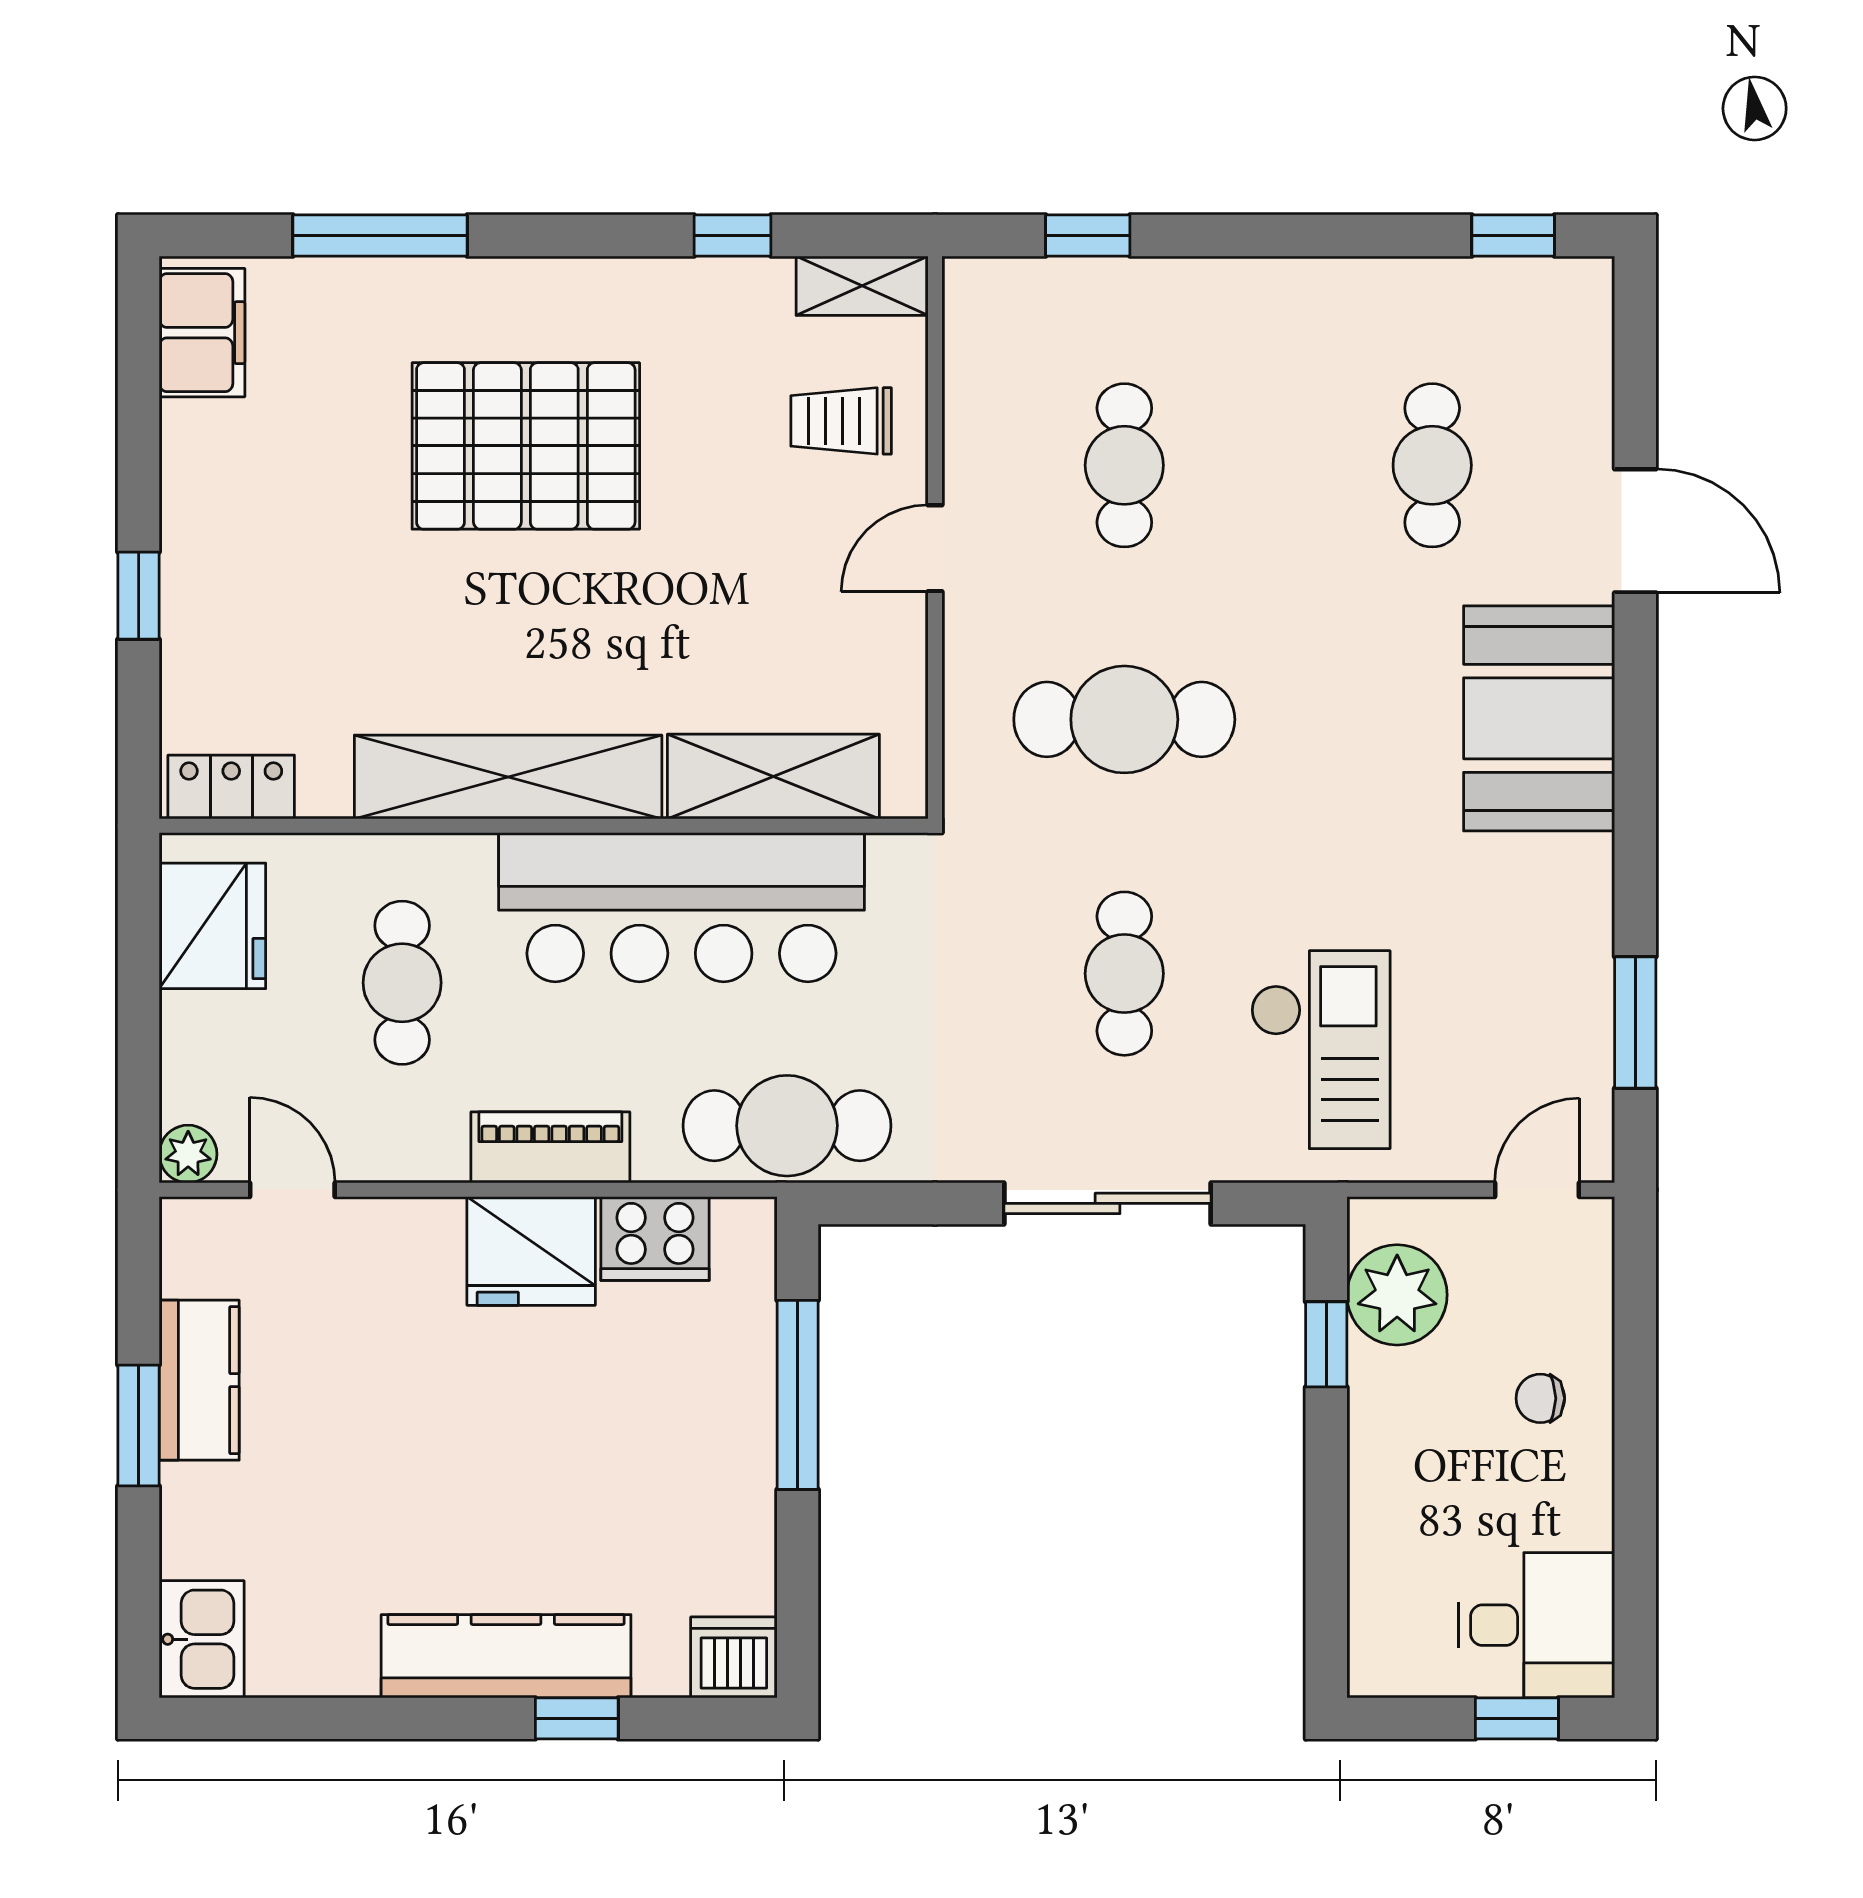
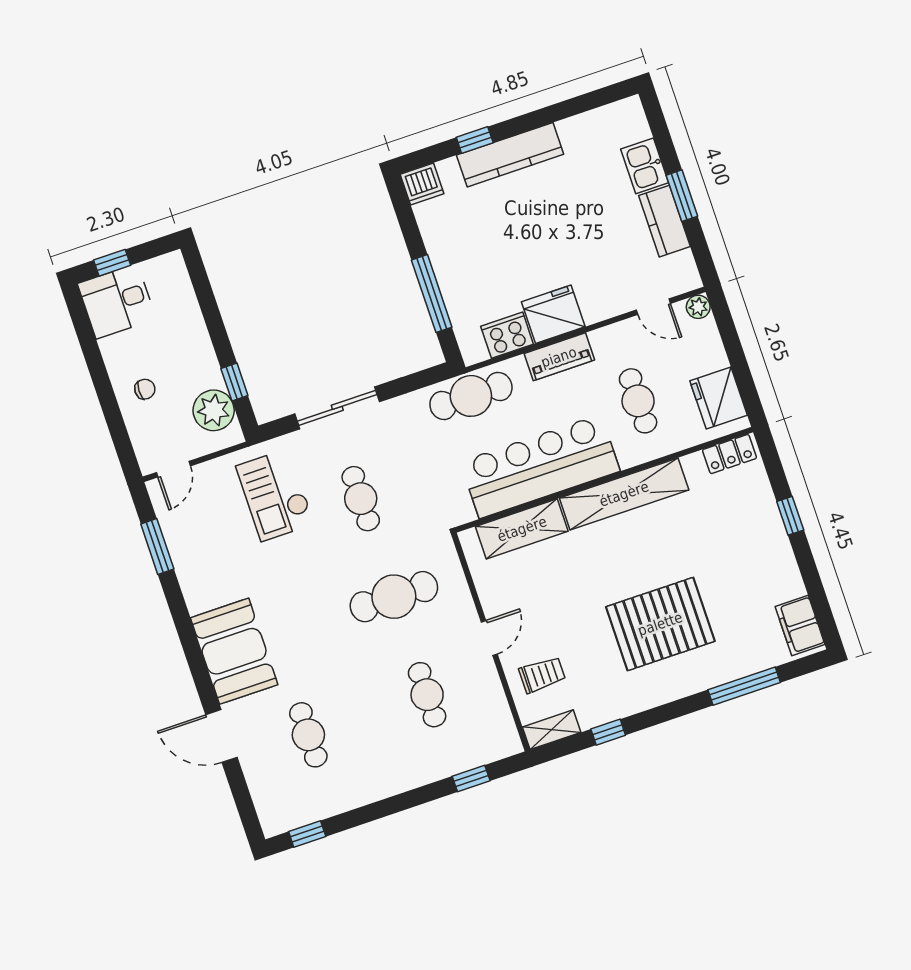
kitchen sink: (202, 1639) -> (645, 166), moved

